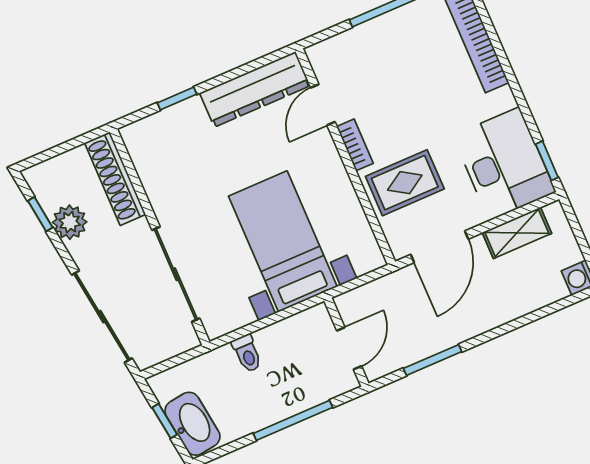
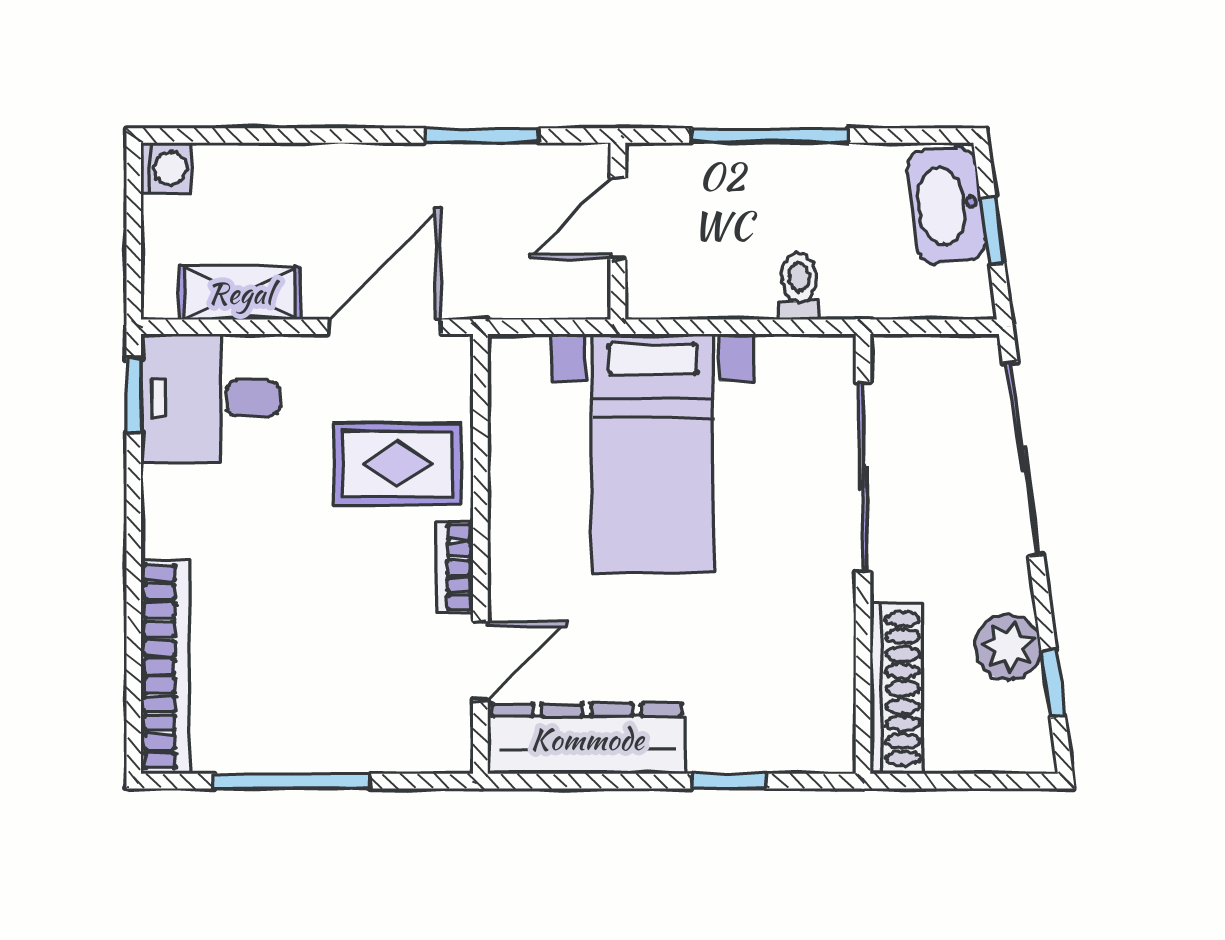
desk: (504, 164) -> (210, 398), width x0.73

